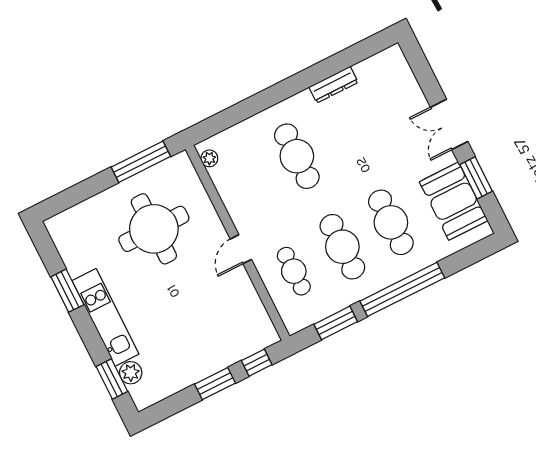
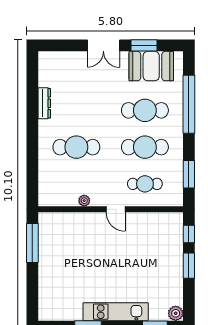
plant: (209, 158) -> (84, 201), moved
round table: (154, 229) -> (77, 256), removed
window: (402, 289) -> (189, 104), moved
plant: (131, 373) -> (176, 313), moved

